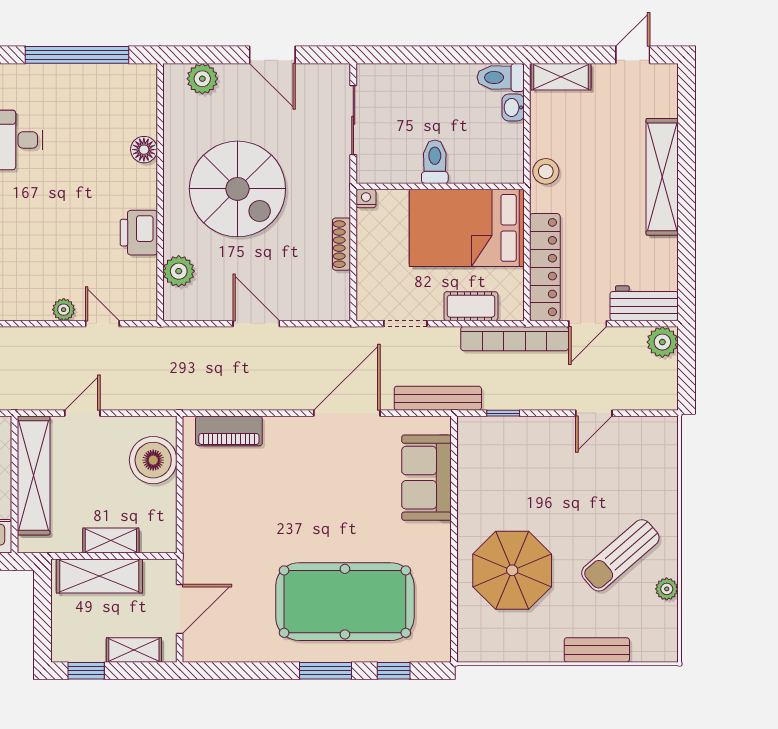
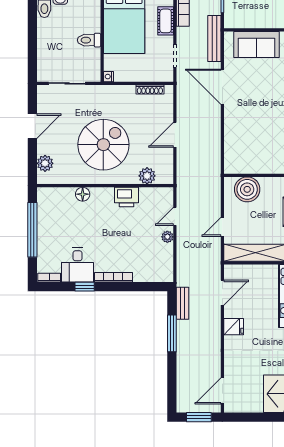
shoe rack: (342, 244) -> (150, 90), moved
door: (82, 413) -> (222, 227), hinge flipped
piano: (229, 431) -> (232, 149), removed

